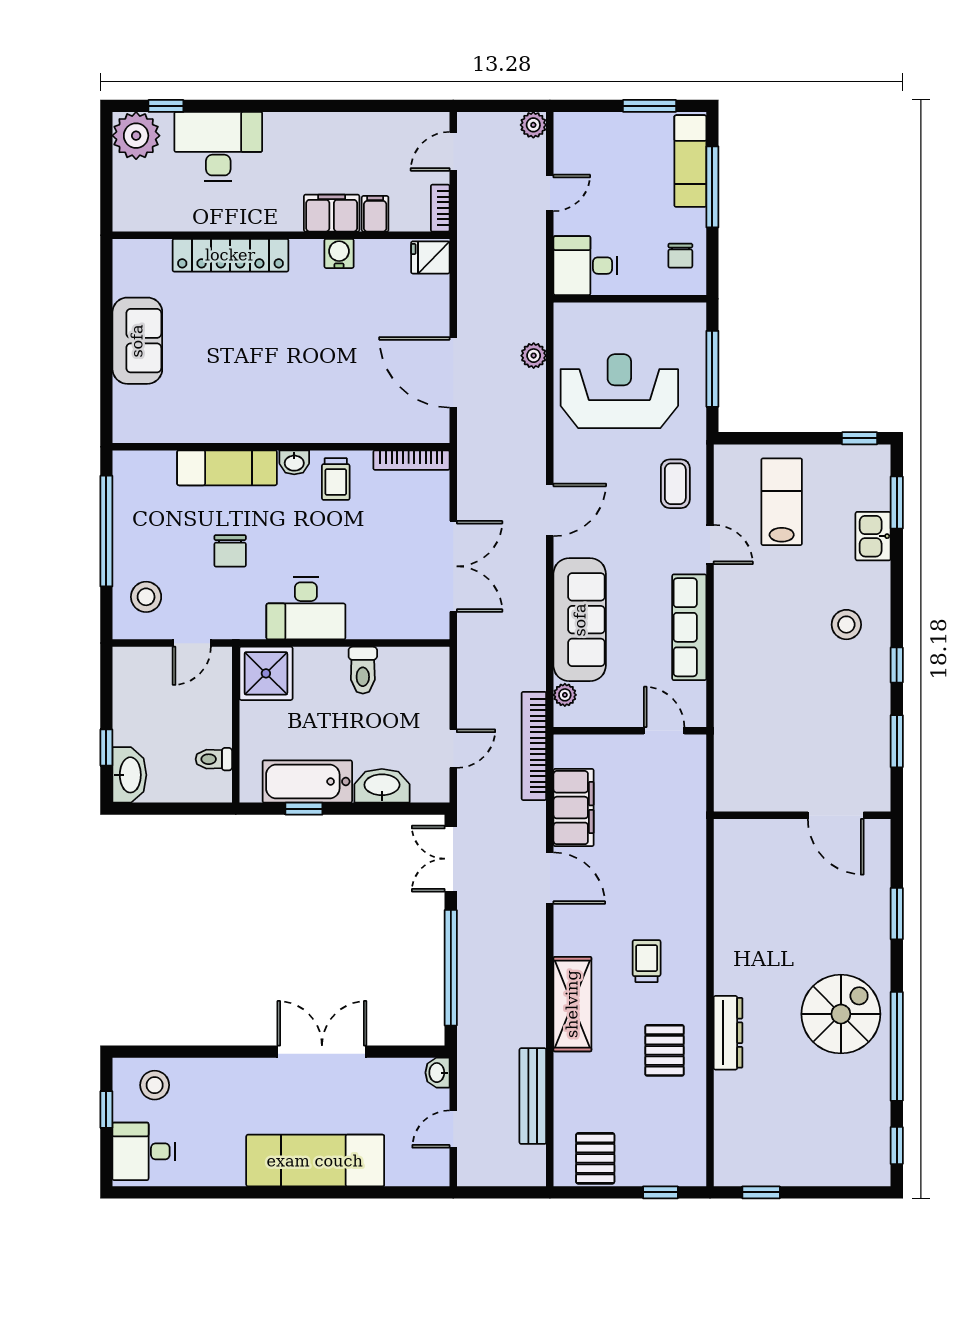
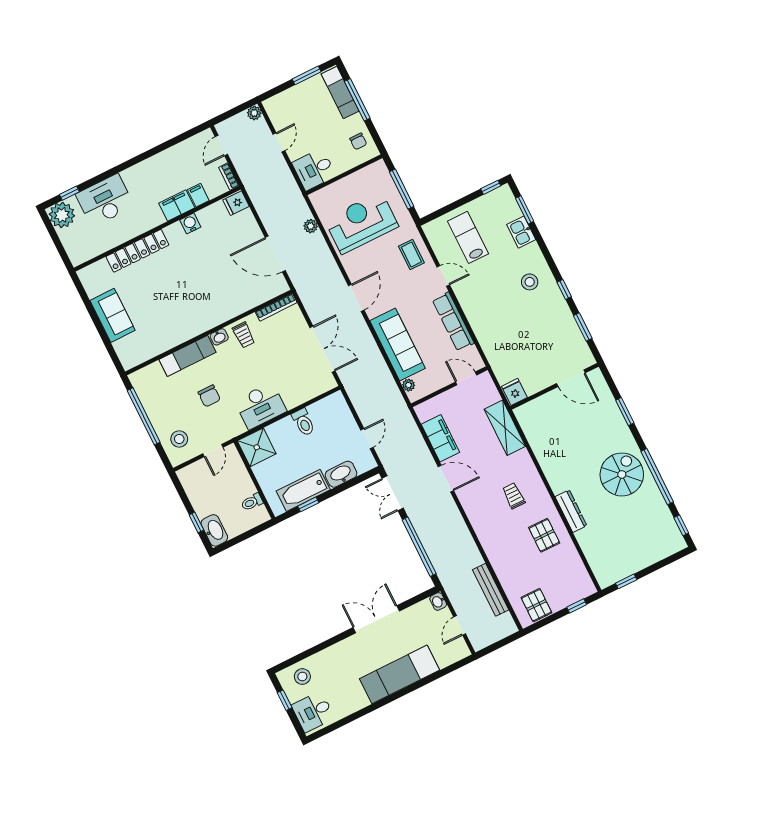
bookcase: (534, 746) -> (406, 418), removed
fridge: (732, 792) -> (514, 392), added
shelving: (572, 1004) -> (505, 428), moved

